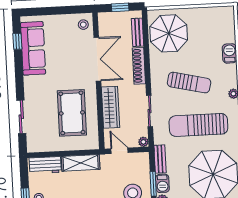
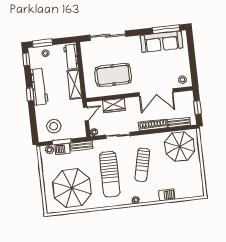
window: (17, 41) -> (166, 29), width x2.17
wardrobe: (110, 107) -> (114, 105), width x0.67
sliding door: (21, 117) -> (108, 36), width x1.37
sun lounger: (198, 125) -> (110, 174), turned 180

